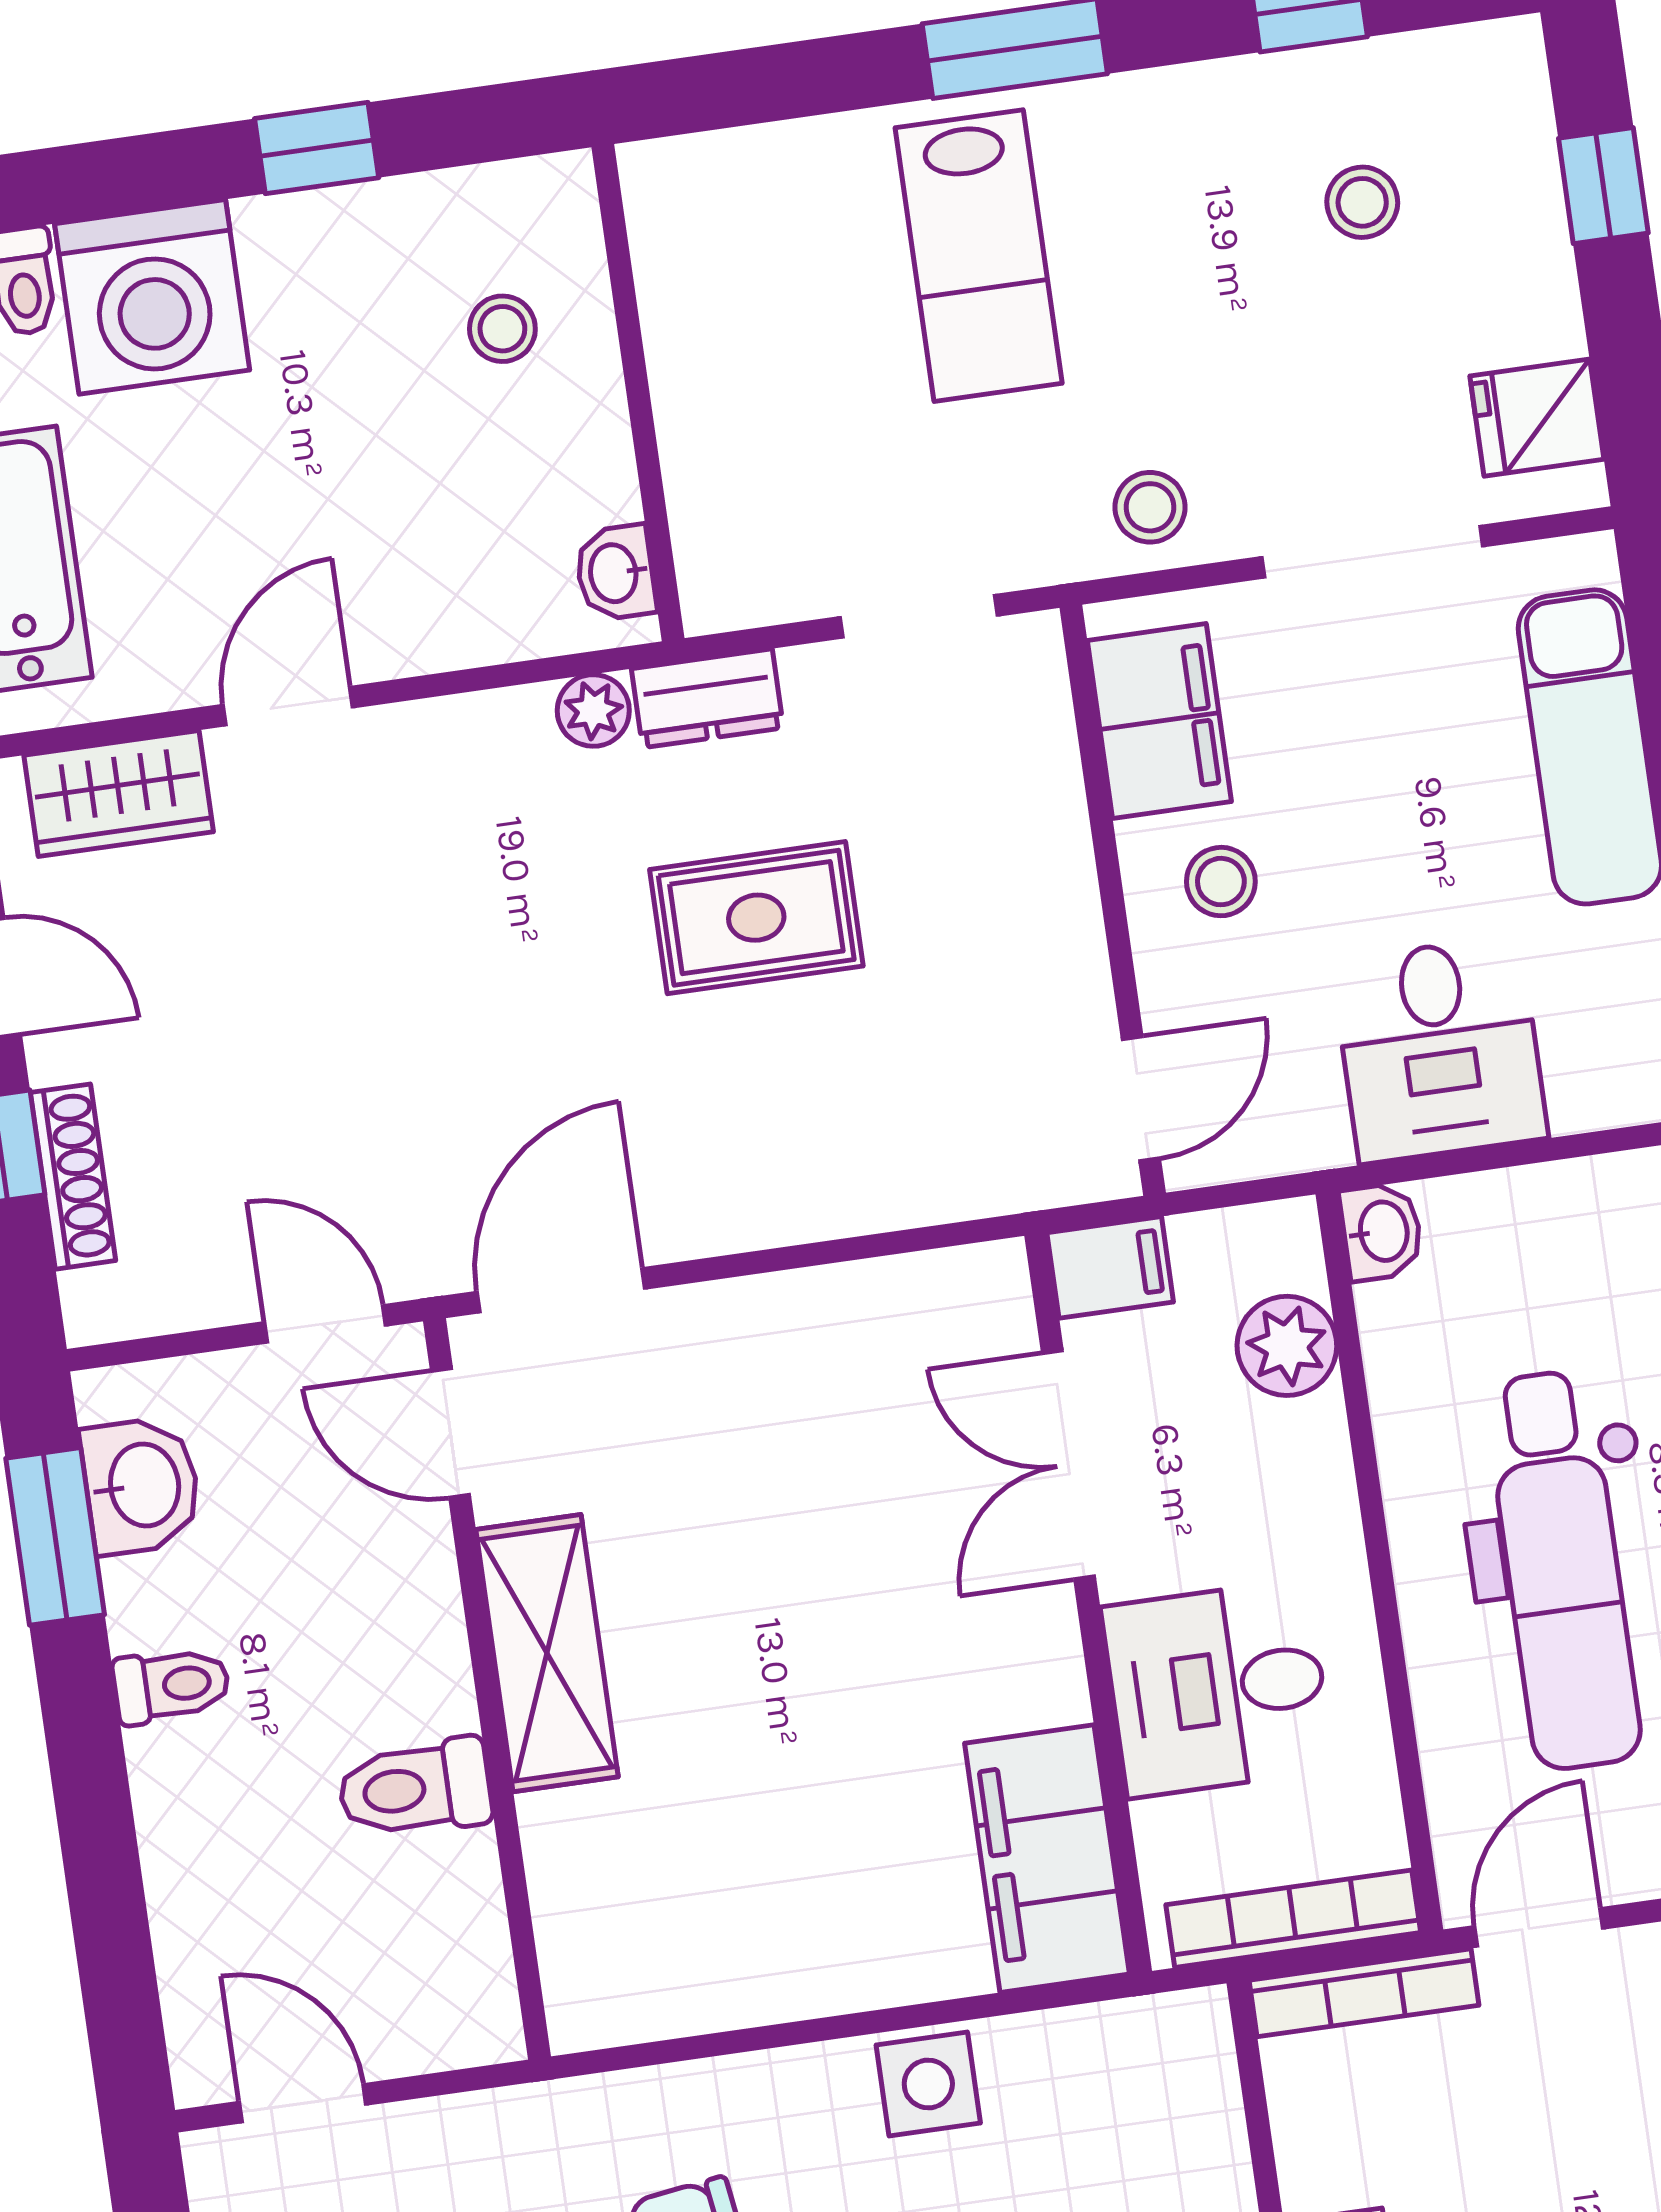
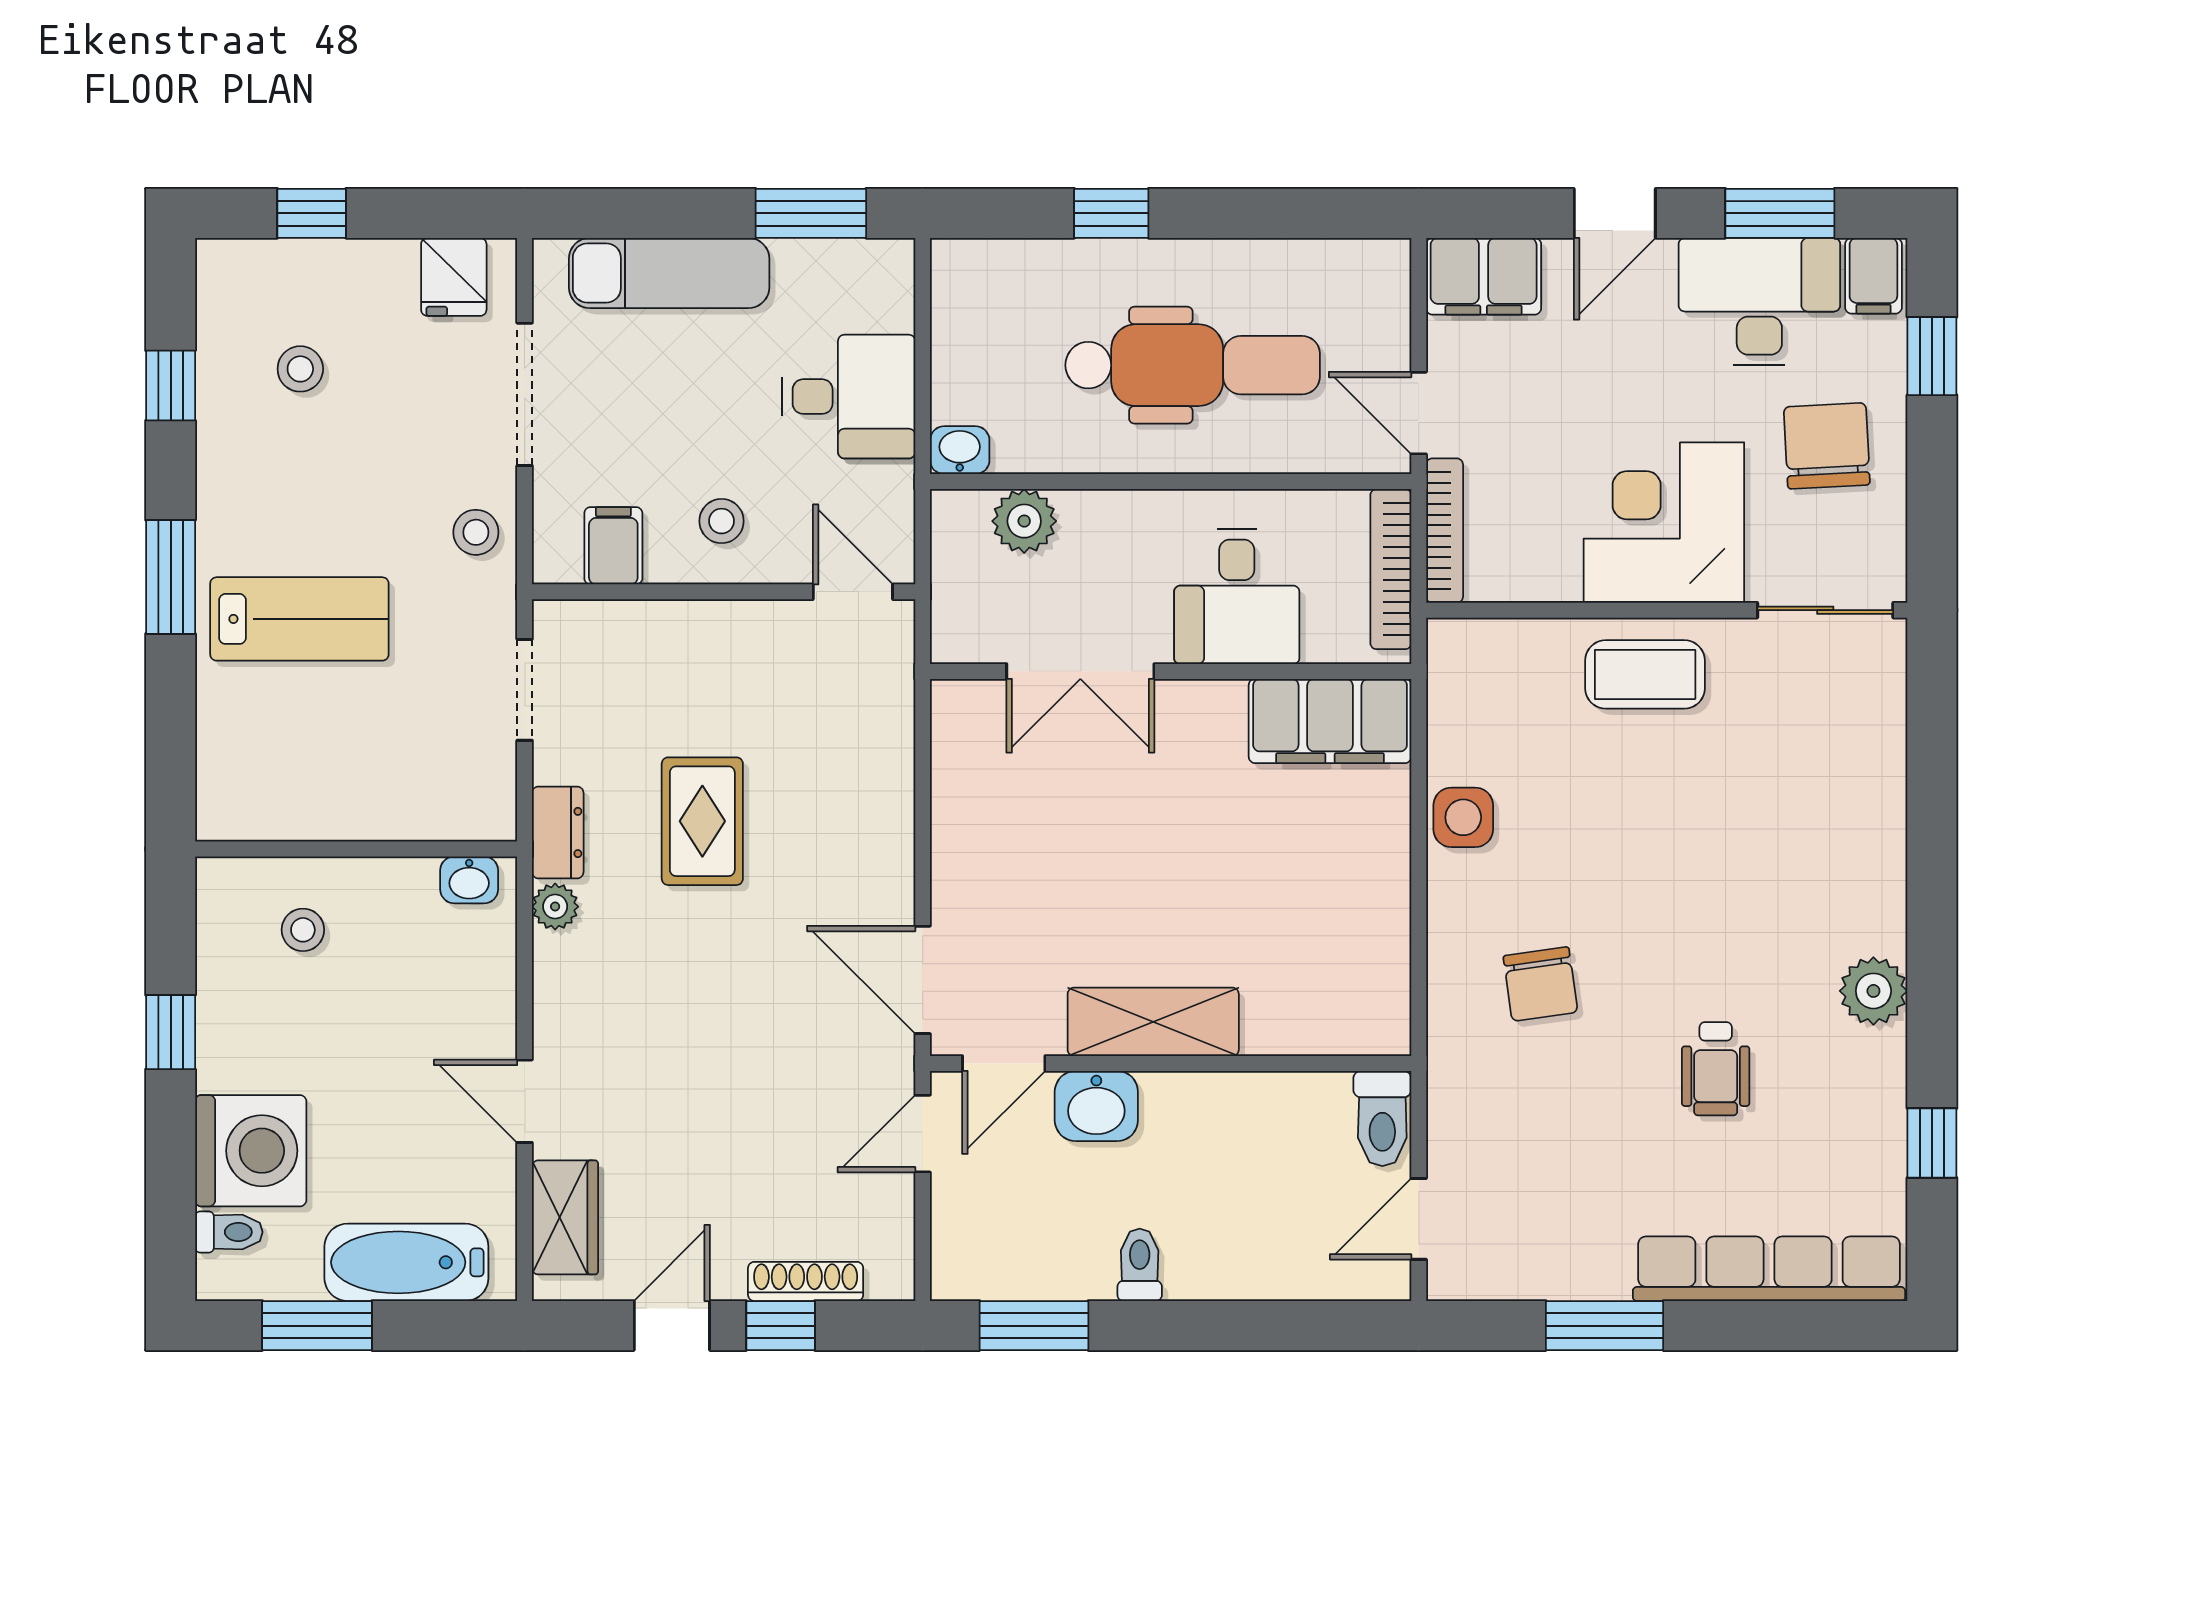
filing cabinet: (1159, 721) -> (613, 546), width x0.50
filing cabinet: (1110, 1267) -> (958, 627), removed
washbasin: (141, 1485) -> (1096, 1106), moved, turned 180
toilet: (415, 1788) -> (1382, 1118), moved

